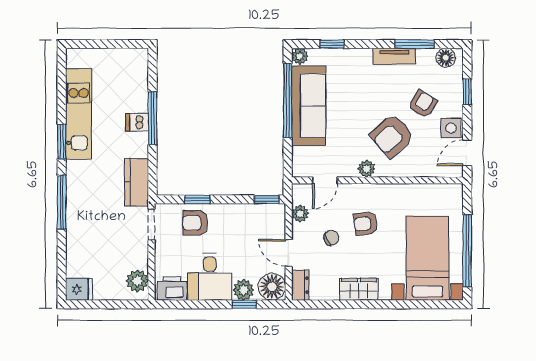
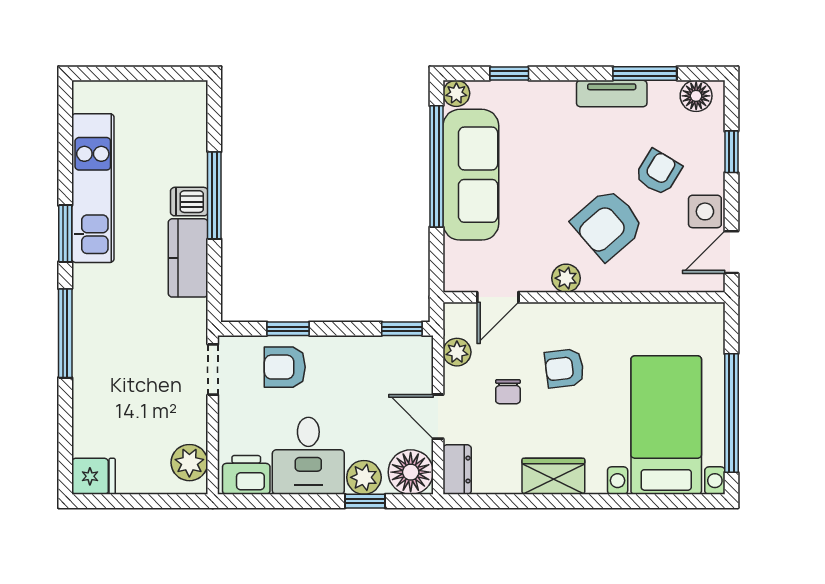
kitchen counter: (136, 182) -> (188, 258), moved
chair: (331, 238) -> (508, 392), turned 112

